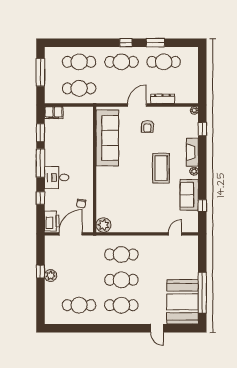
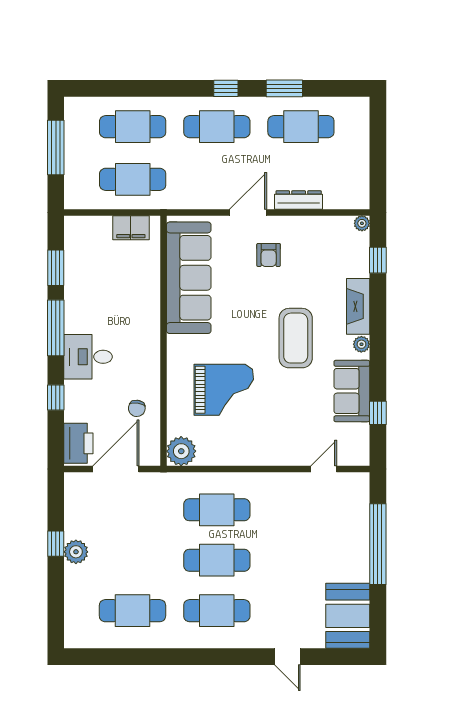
filing cabinet: (54, 113) -> (131, 228), moved
grand piano: (125, 194) -> (224, 390), added
window: (202, 293) -> (378, 544), moved
booth: (183, 302) -> (348, 616), width x0.73, depth x0.70

